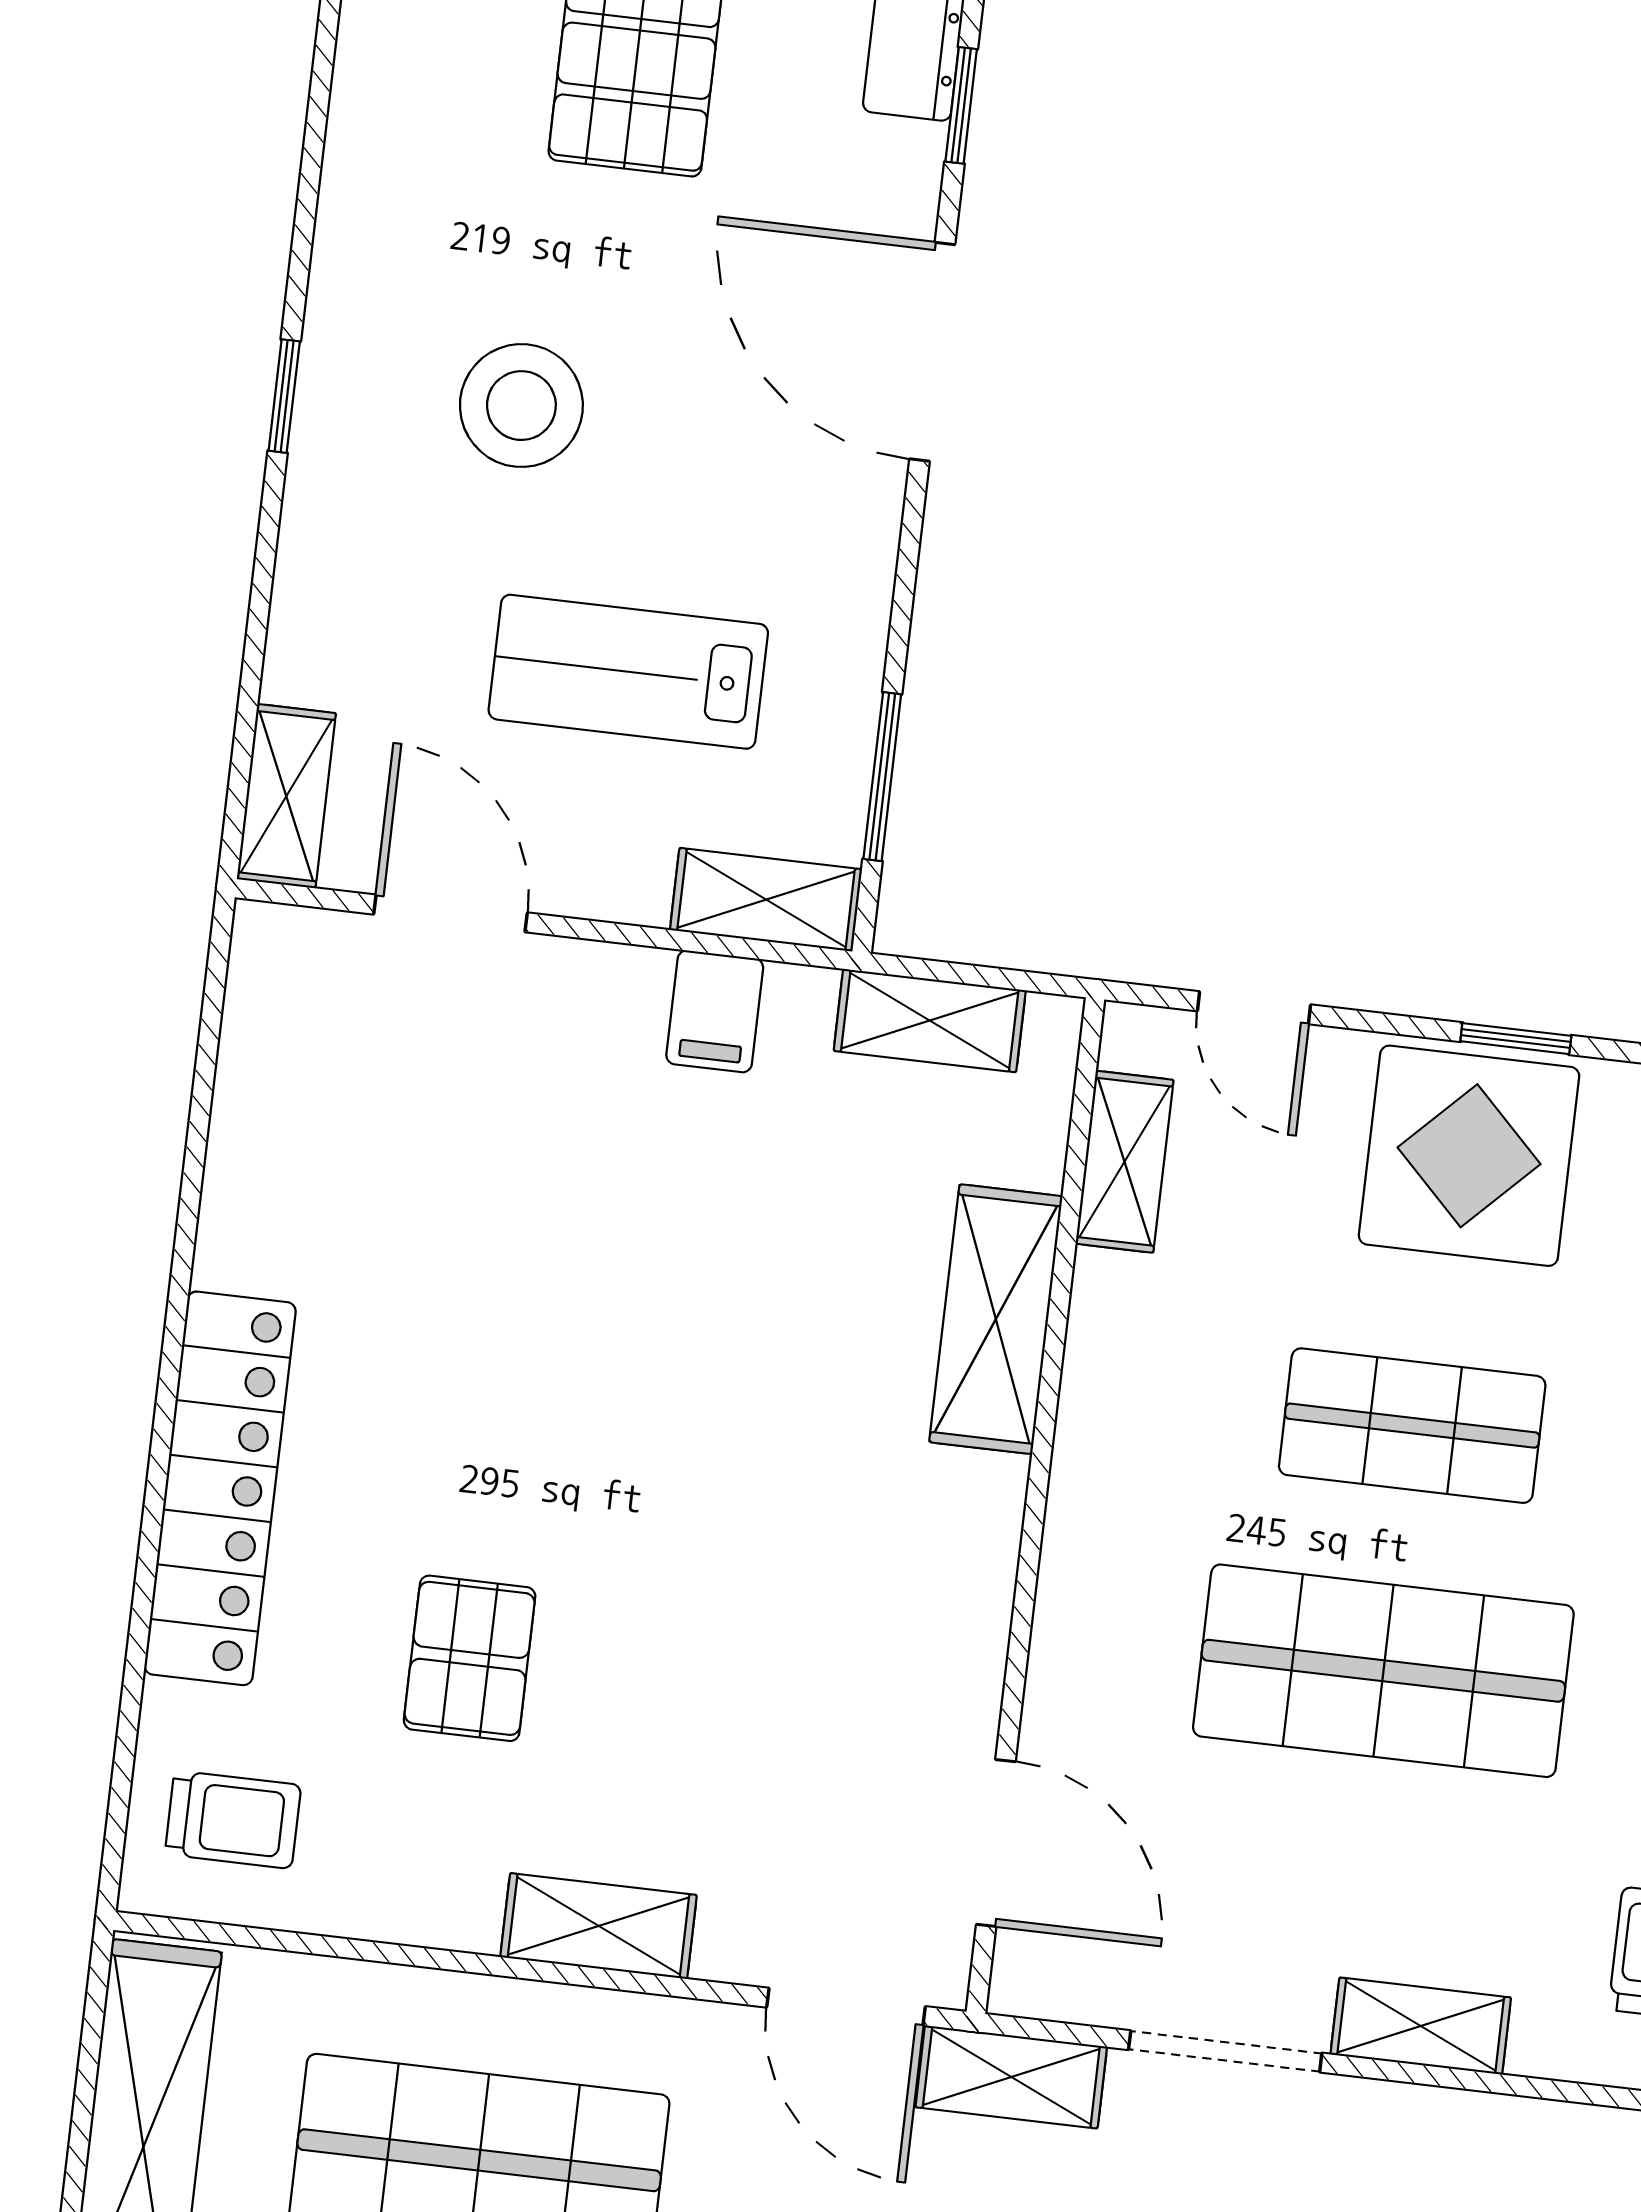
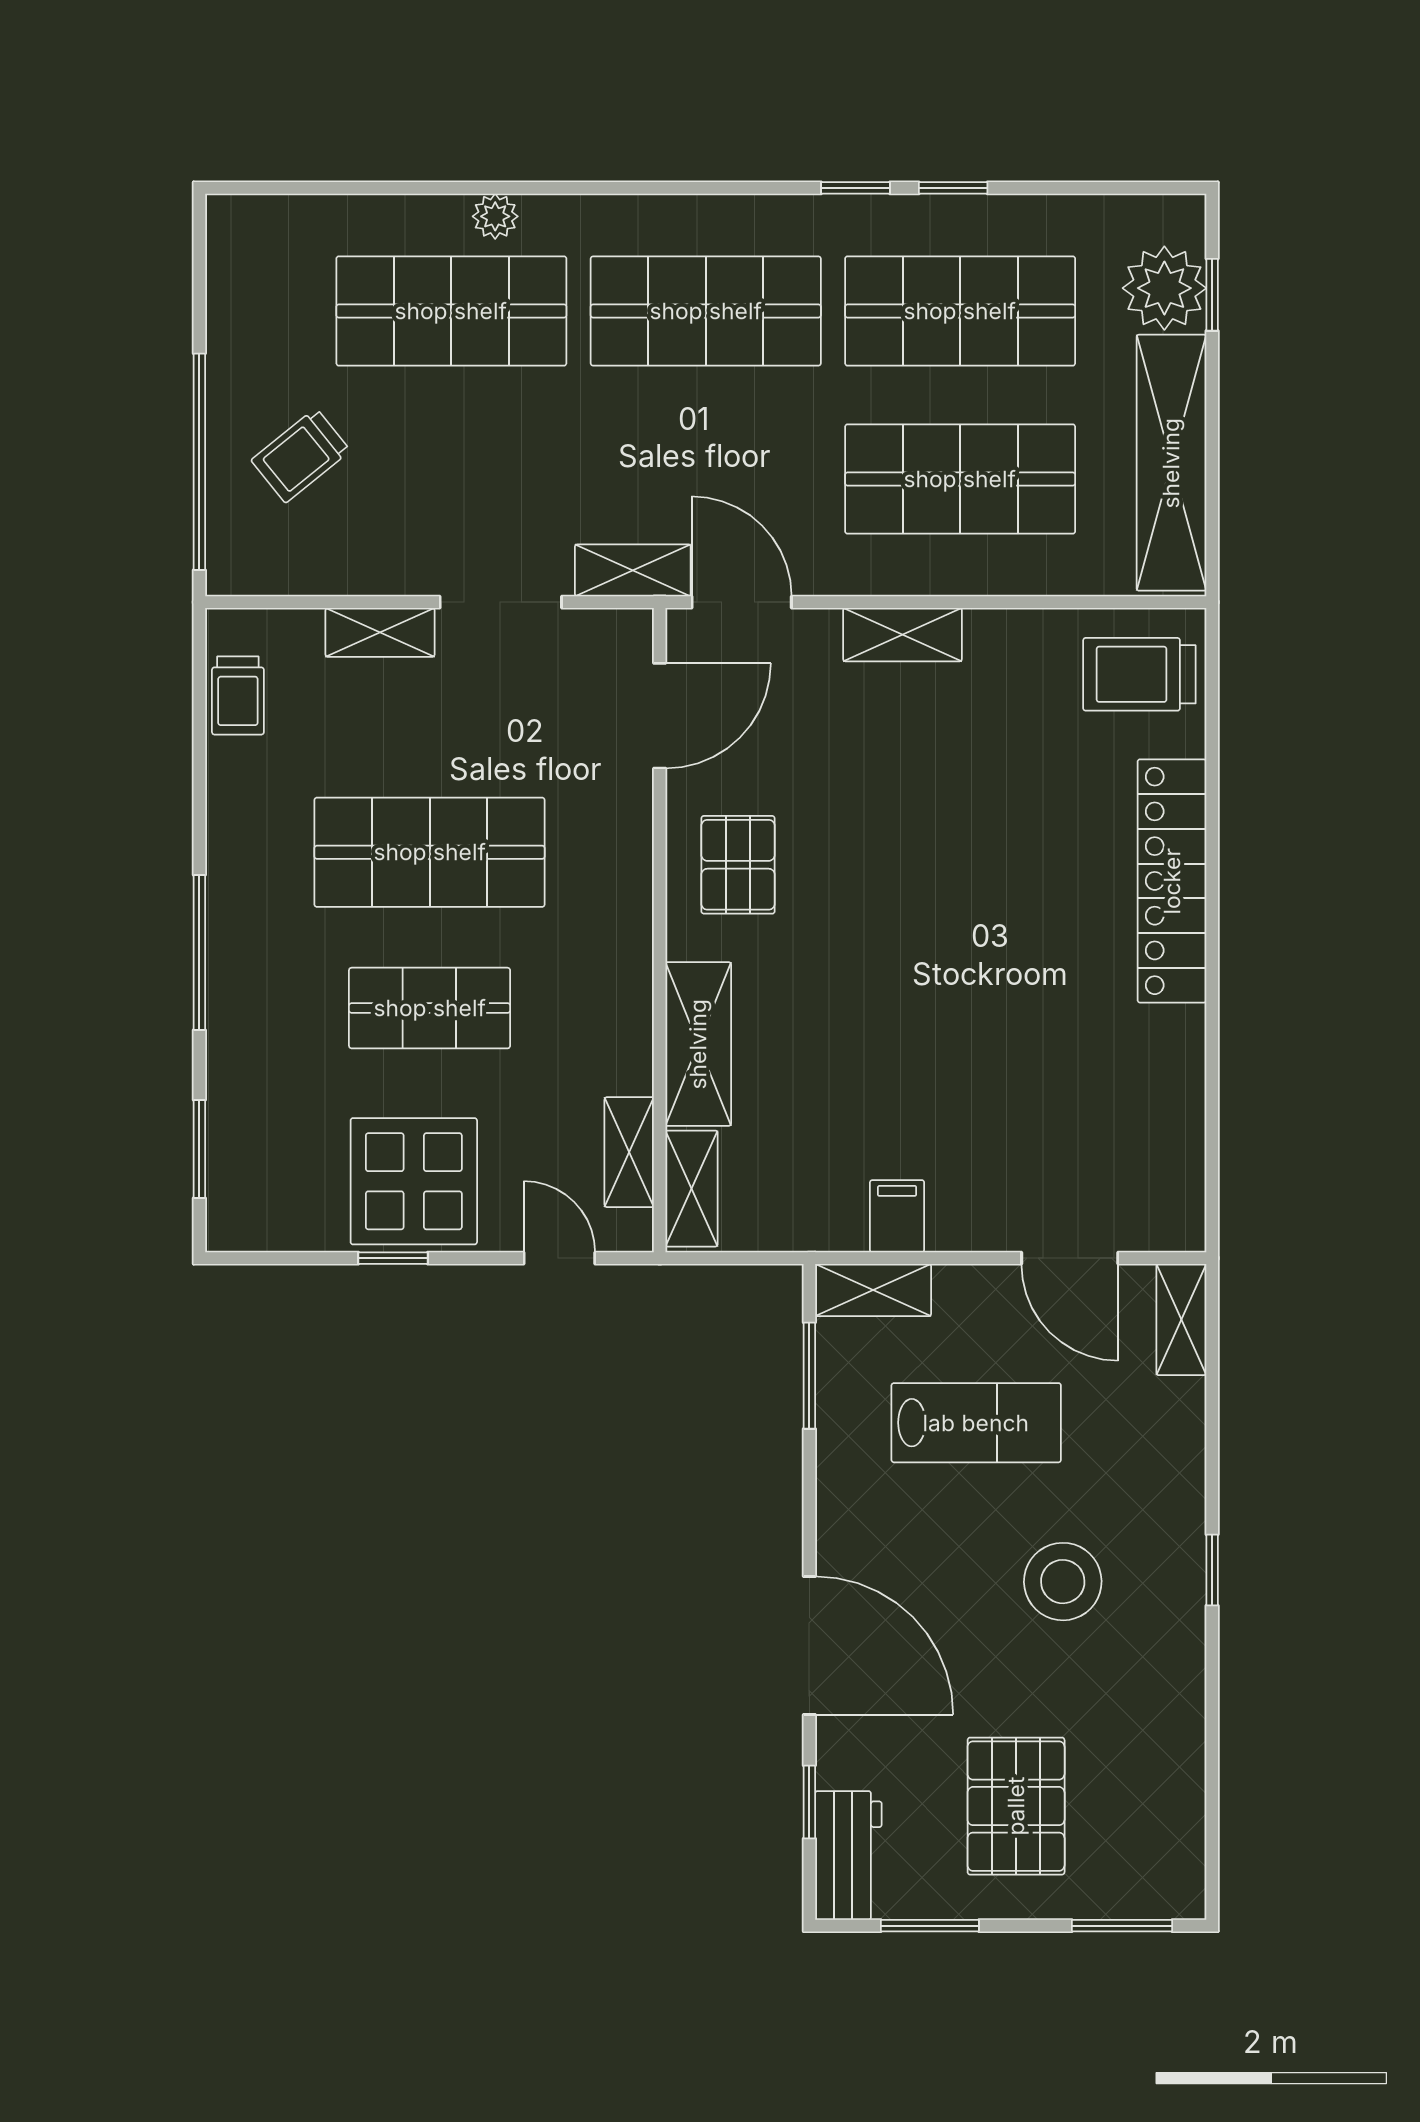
shelving: (930, 1021) -> (692, 1189), moved, turned 90
pallet: (470, 1658) -> (738, 865), moved
trolley: (233, 1820) -> (1139, 674), width x1.36, depth x1.39
door: (996, 1843) -> (660, 716), swing flipped

